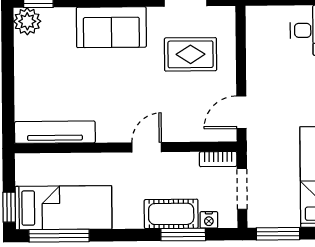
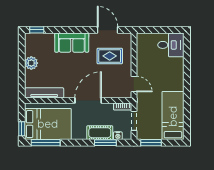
plant: (27, 21) -> (31, 63), moved
door: (241, 112) -> (134, 84), swing flipped
door: (147, 147) -> (88, 101), width x1.88
bed: (63, 208) -> (48, 124), width x1.50

